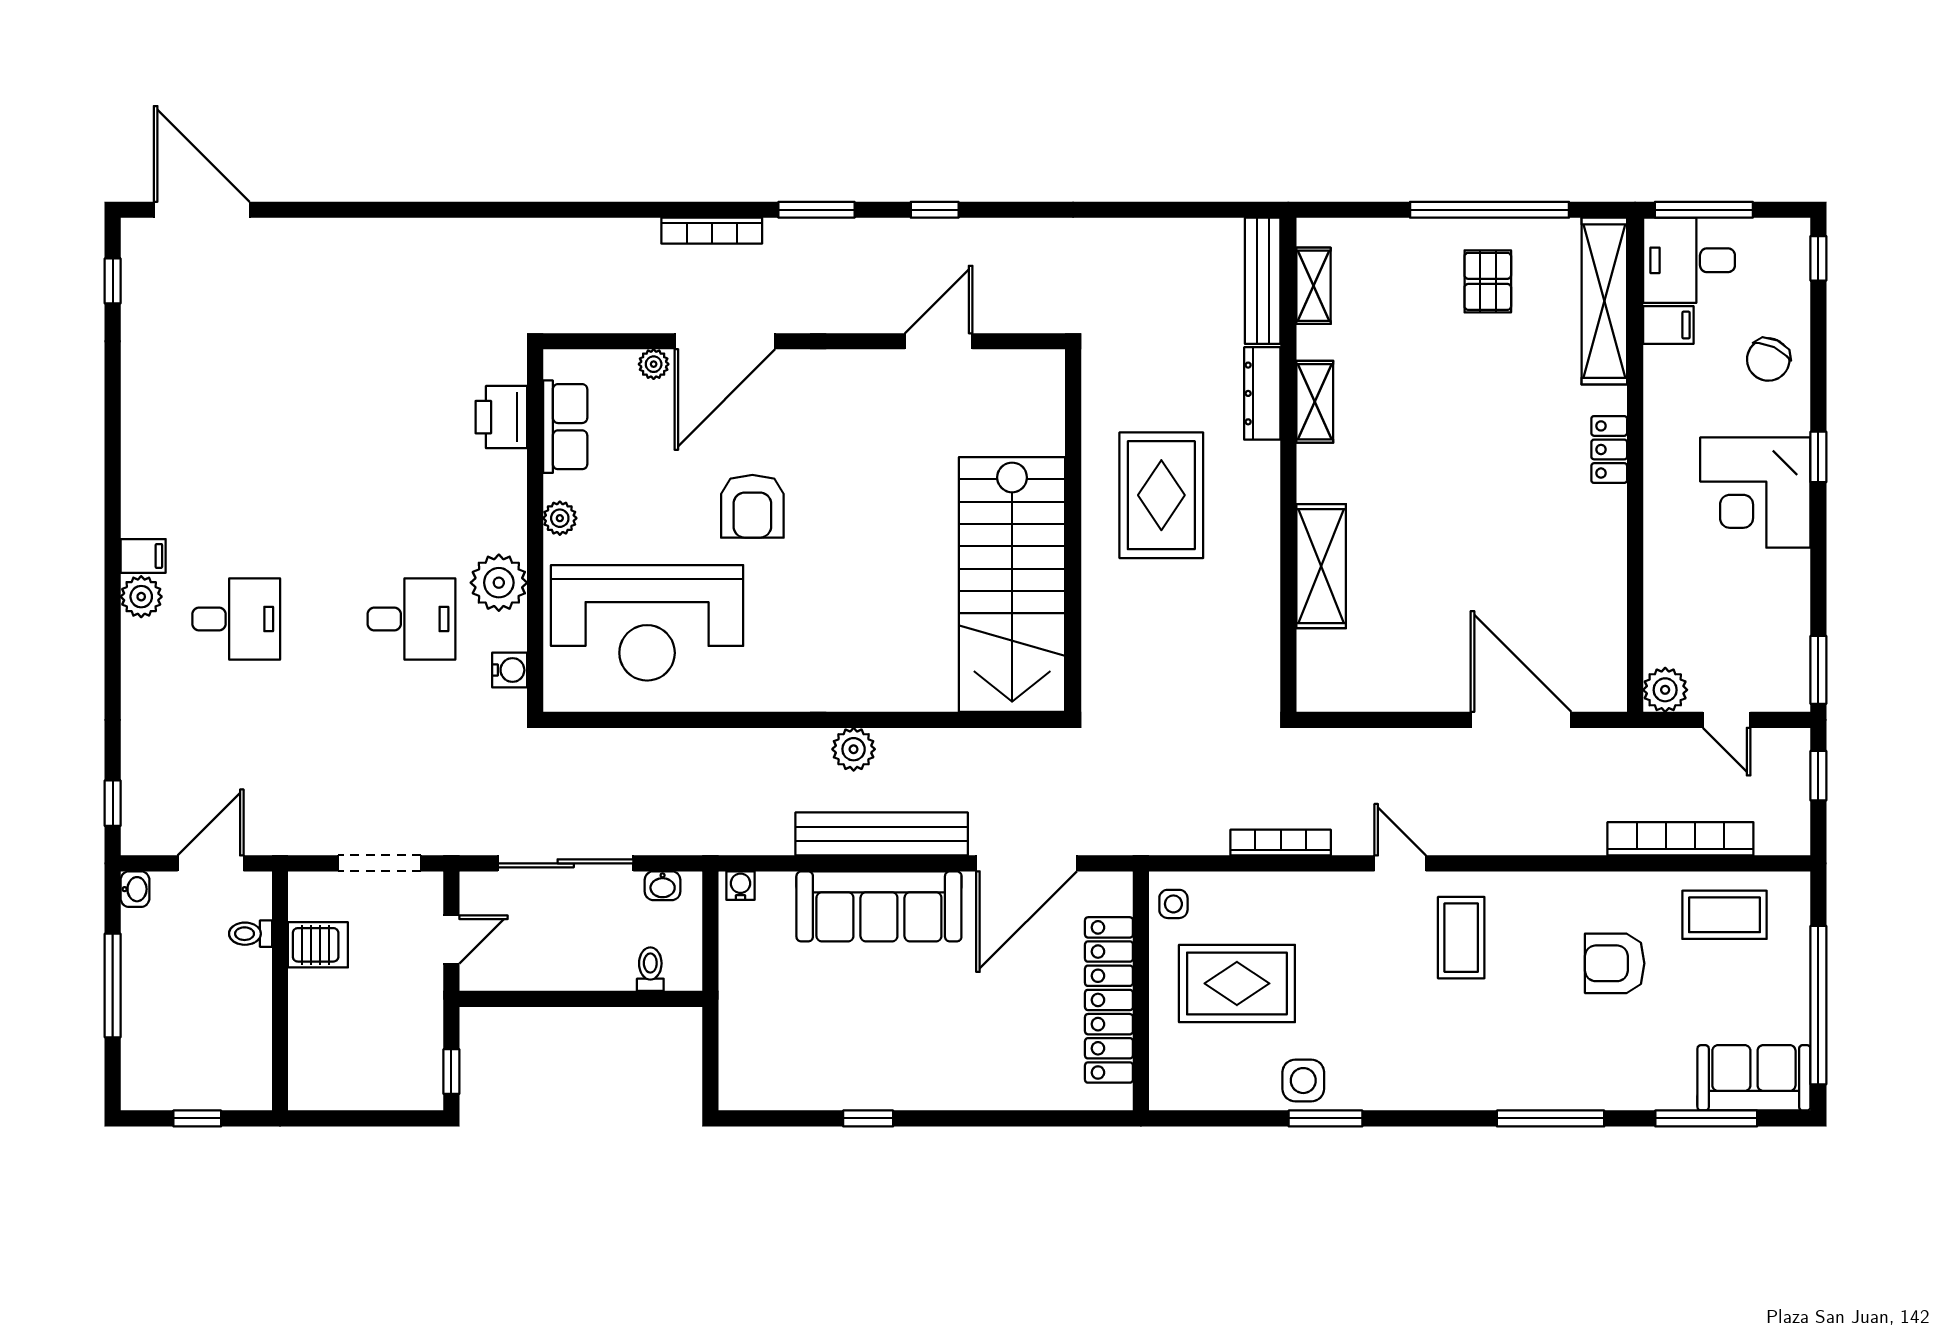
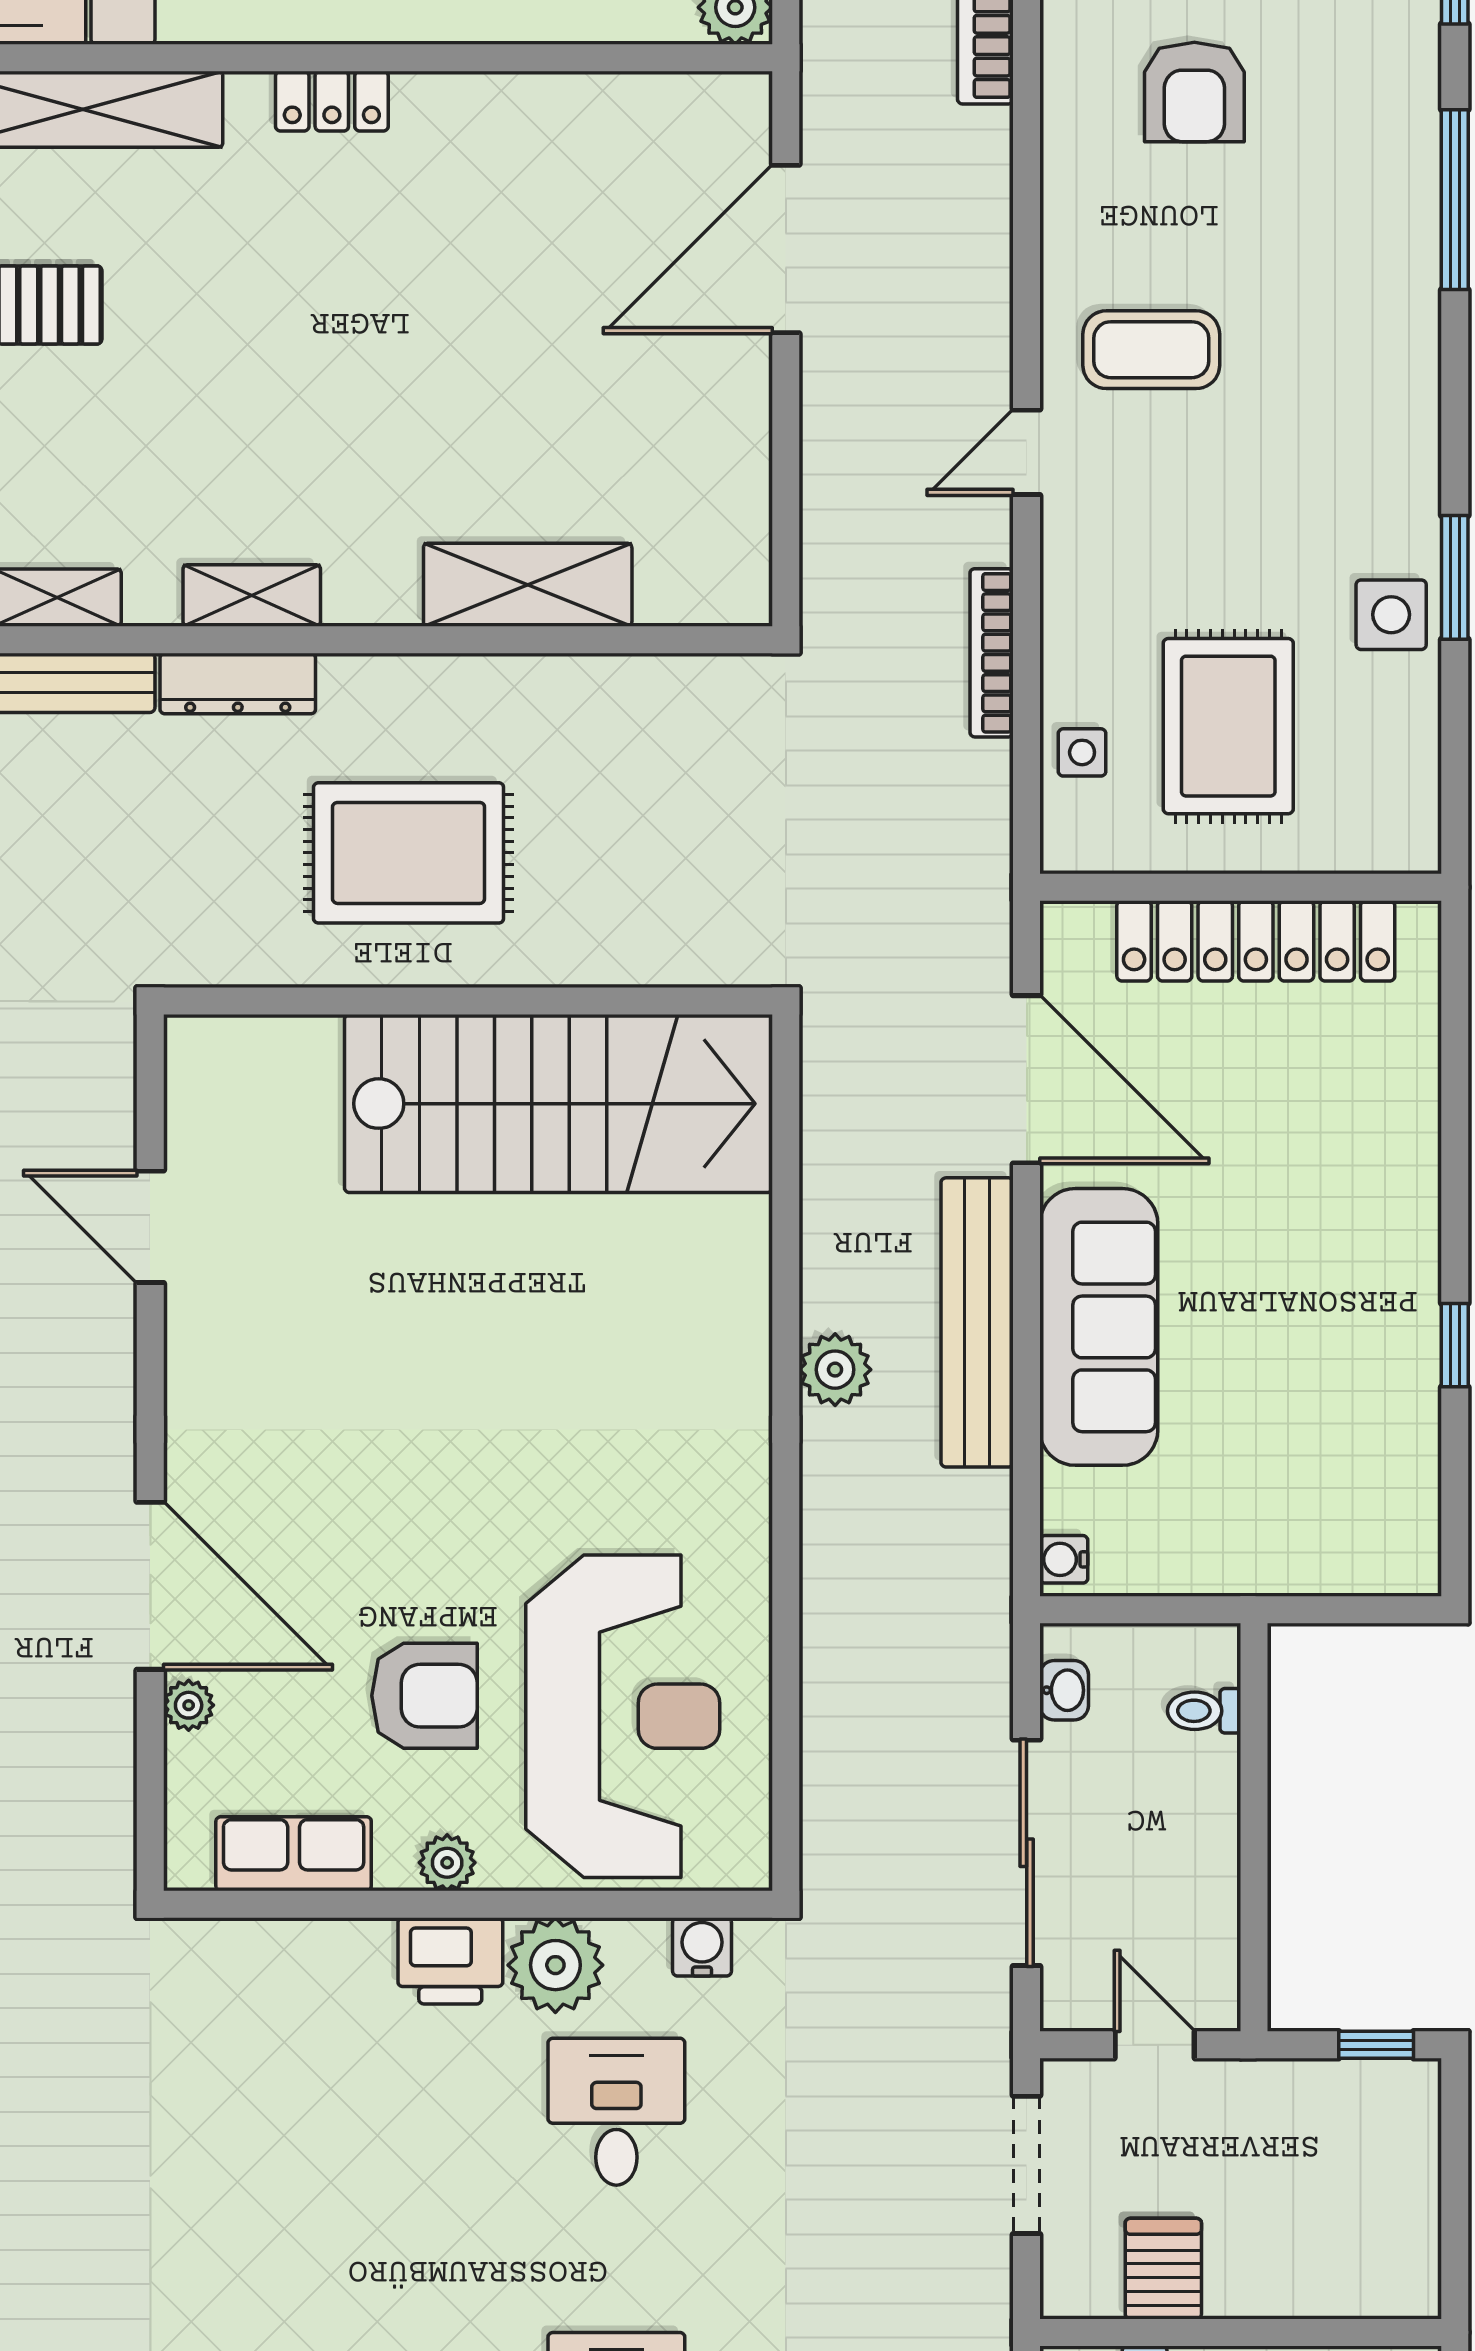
printer: (501, 417) -> (450, 1961), moved
armchair: (752, 506) -> (425, 1696), moved
side table: (1173, 904) -> (1082, 752), moved

